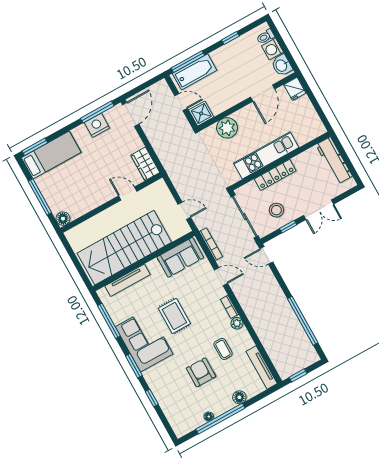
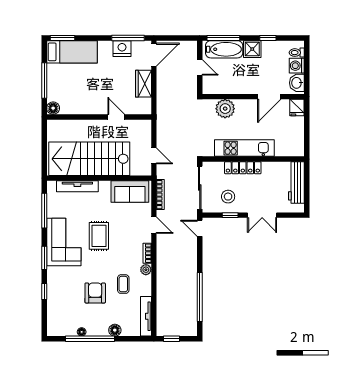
shower: (201, 113) -> (252, 49), moved
wardrobe: (145, 164) -> (143, 84), moved

